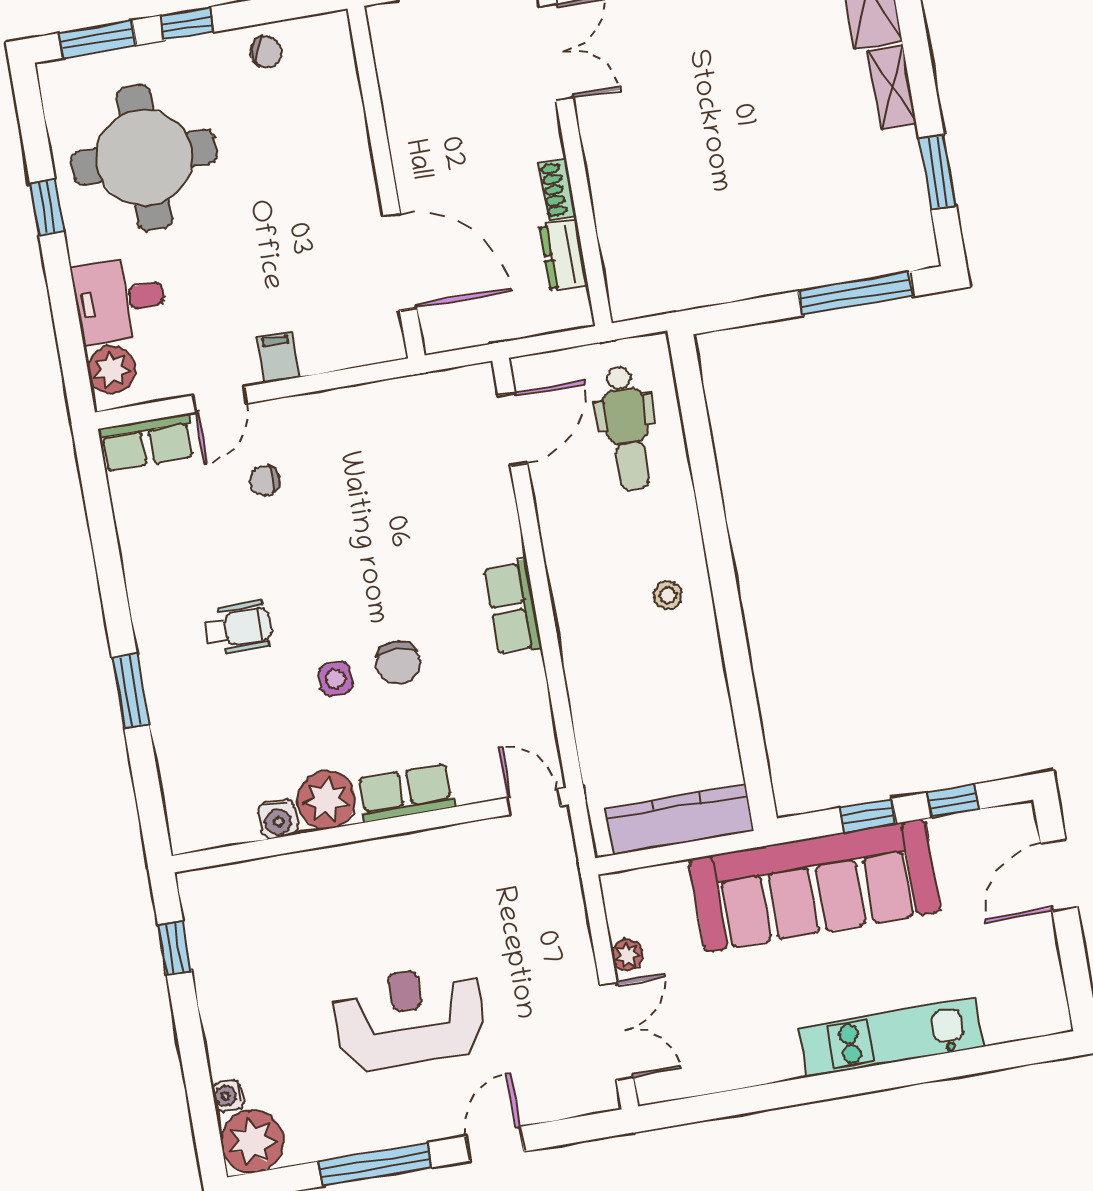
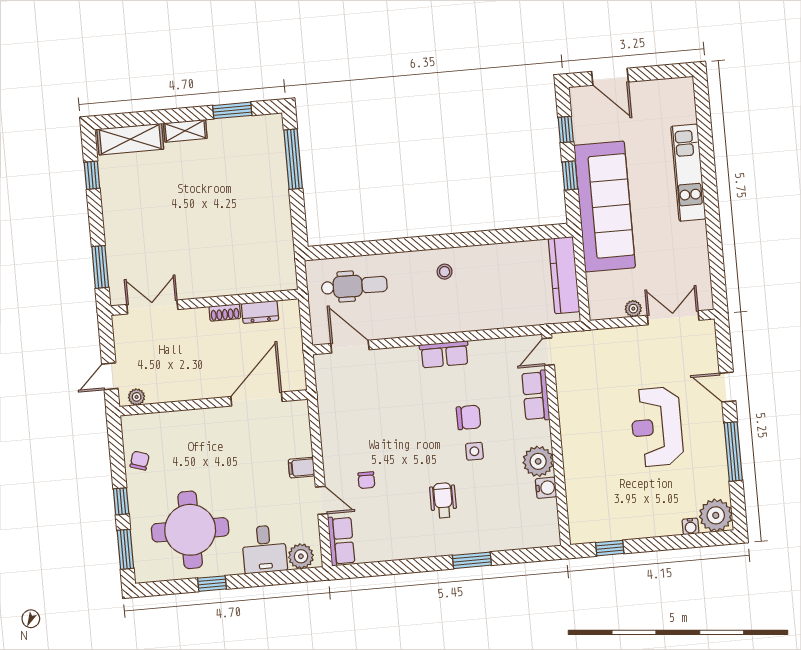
plant: (385, 37) -> (137, 397), added
row of seats: (406, 793) -> (536, 396), moved

